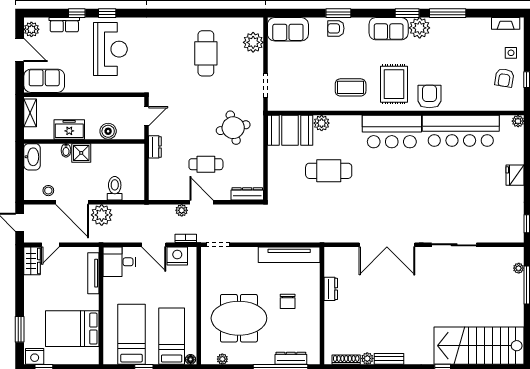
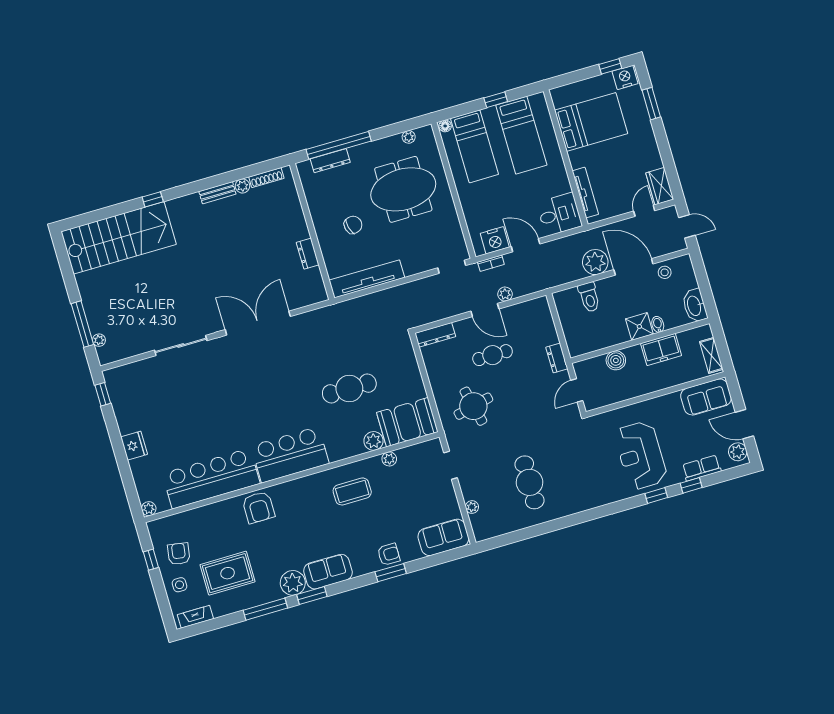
plant: (253, 42) -> (472, 507), width x0.53, depth x0.53
rug: (394, 84) -> (228, 573), moved, turned 90
plant: (313, 105) -> (389, 459), added
chair: (288, 301) -> (353, 225), turned 75

